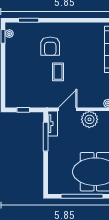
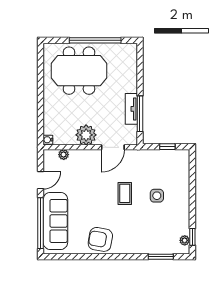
armchair: (50, 46) -> (100, 239), moved, turned -80
side table: (32, 70) -> (157, 196), added
tv unit: (53, 124) -> (131, 109), moved

